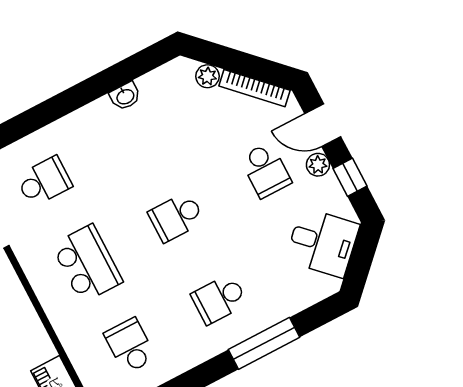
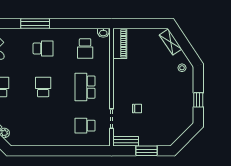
washbasin: (125, 96) -> (39, 141), removed
school desk: (176, 217) -> (43, 87), turned -90

